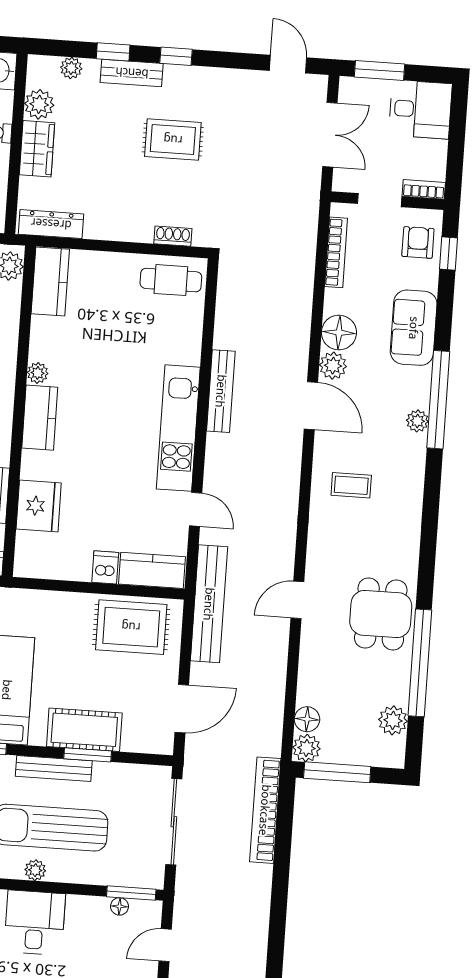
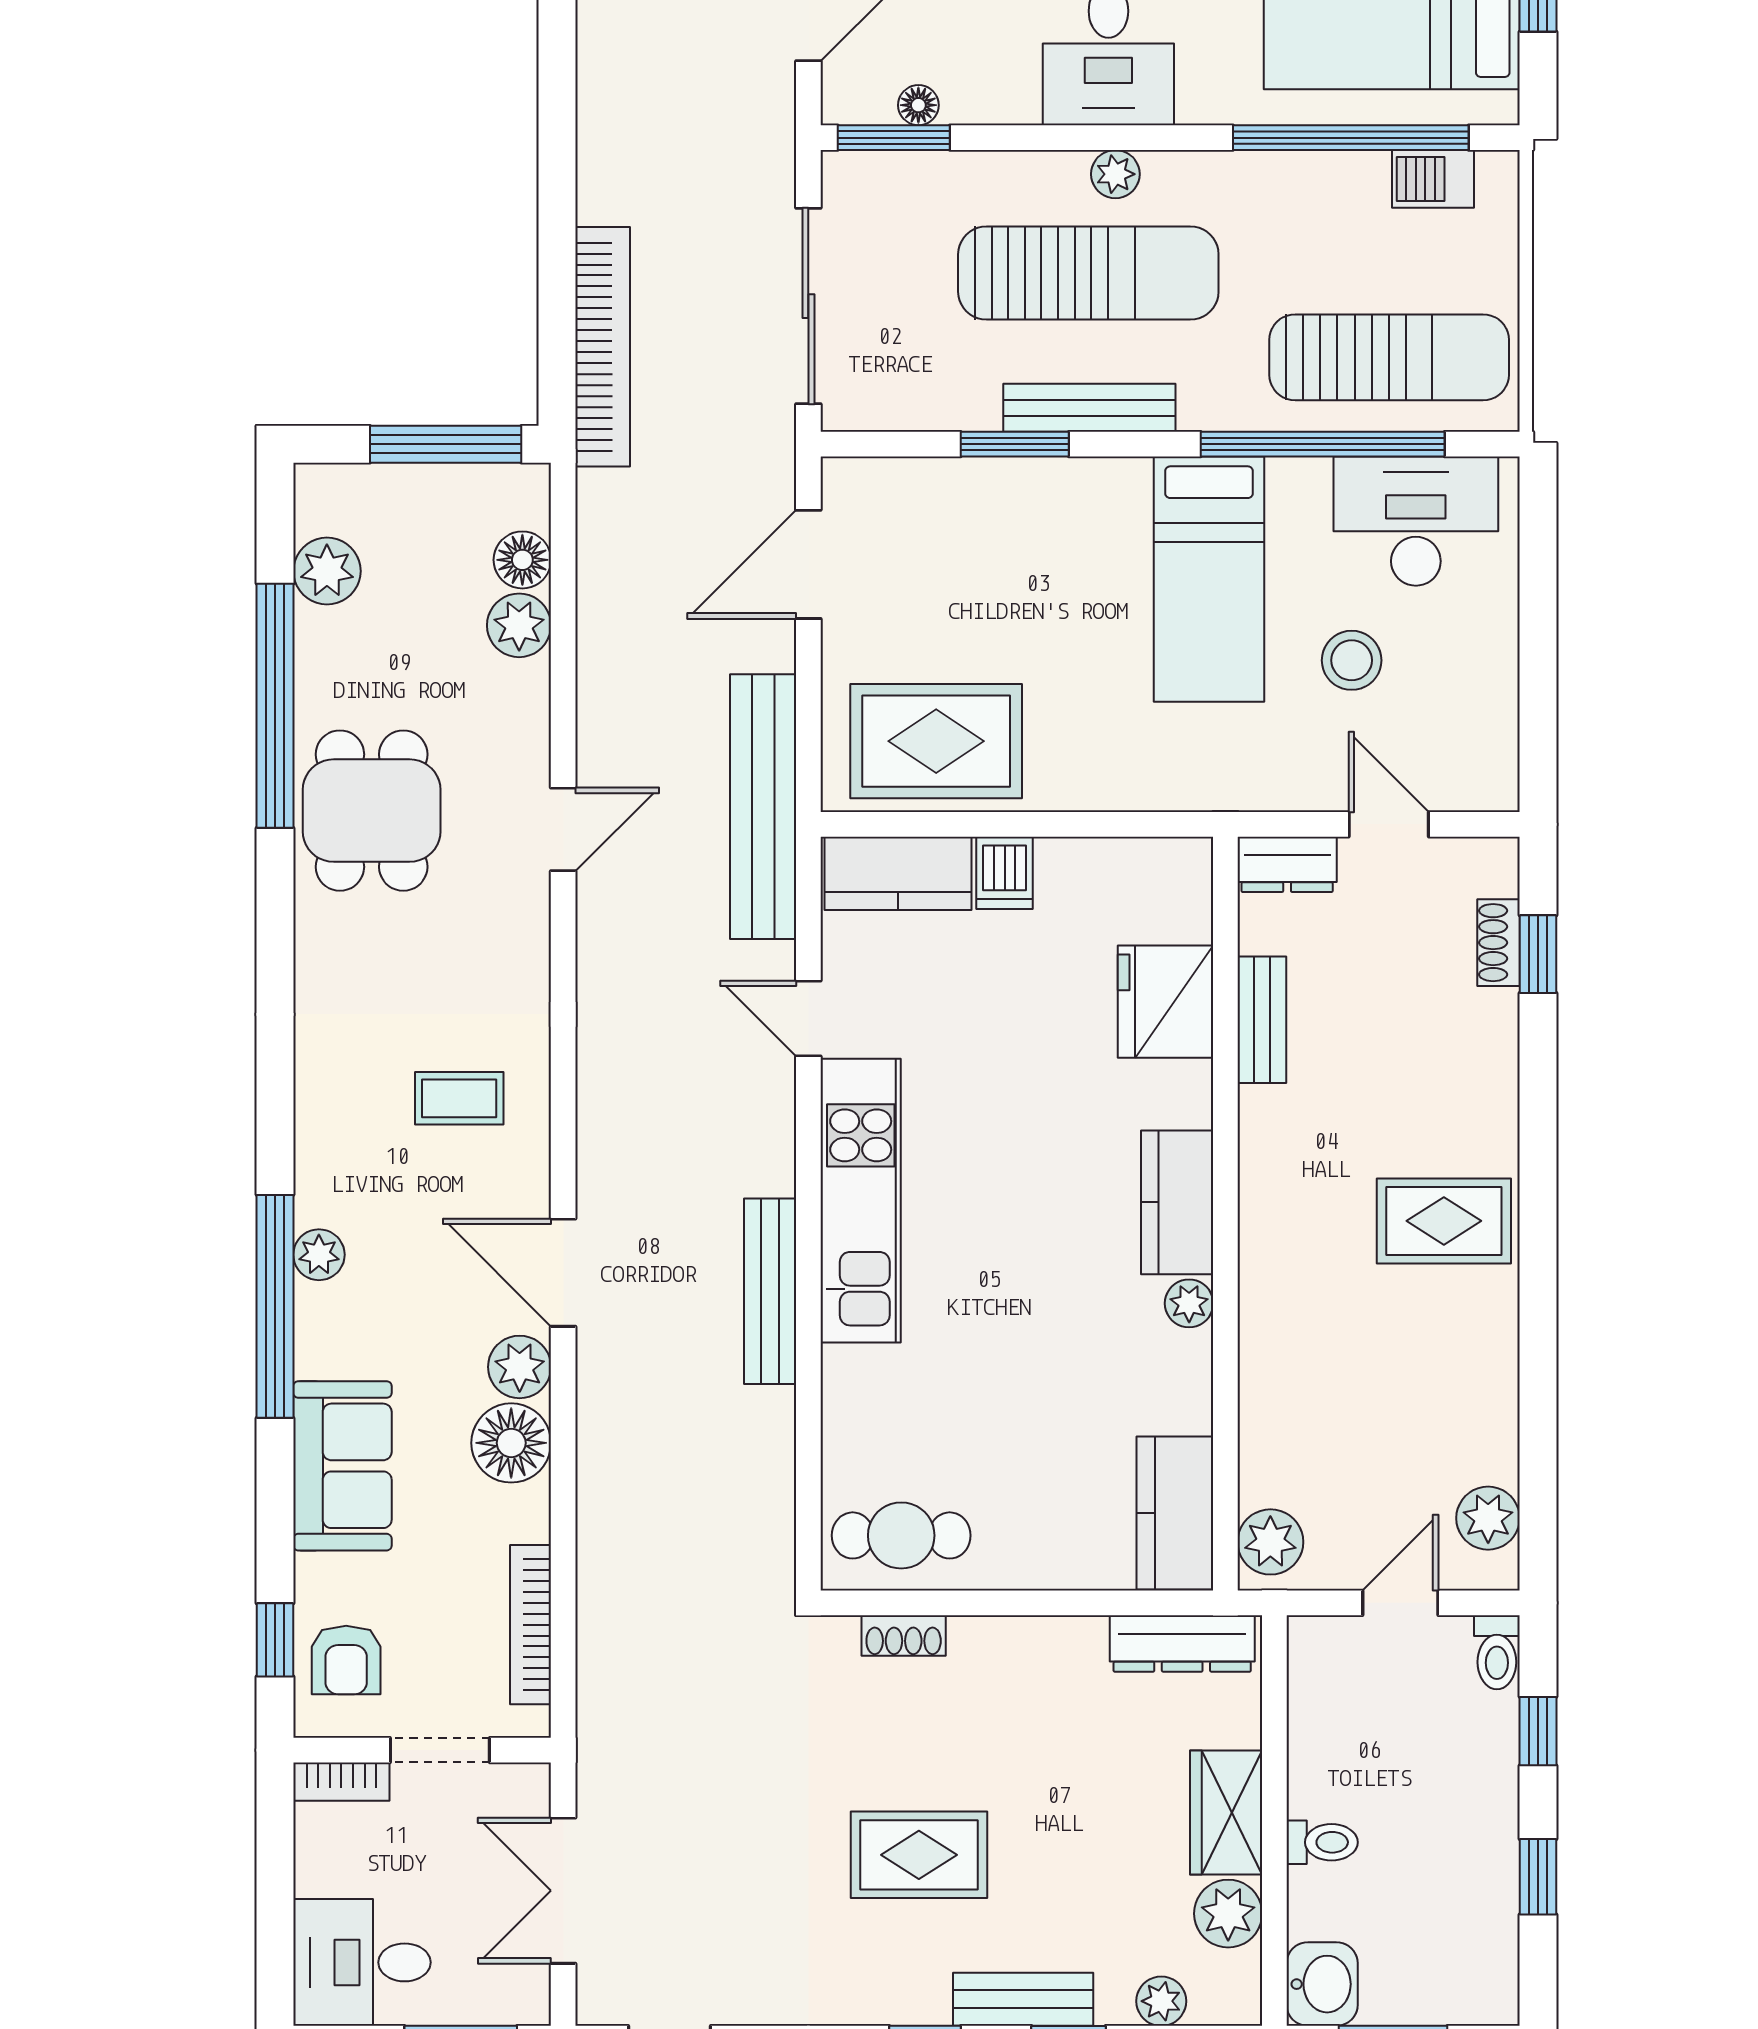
cot: (84, 730) -> (1026, 501), removed
plant: (306, 748) -> (519, 625), moved

